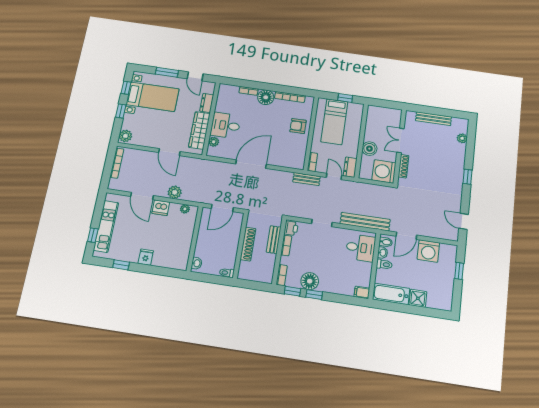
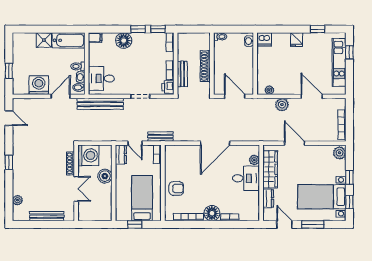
dishwasher: (161, 208) -> (264, 39), moved, turned 180
door: (222, 208) -> (235, 96), hinge flipped
floor lamp: (310, 281) -> (124, 41), moved

